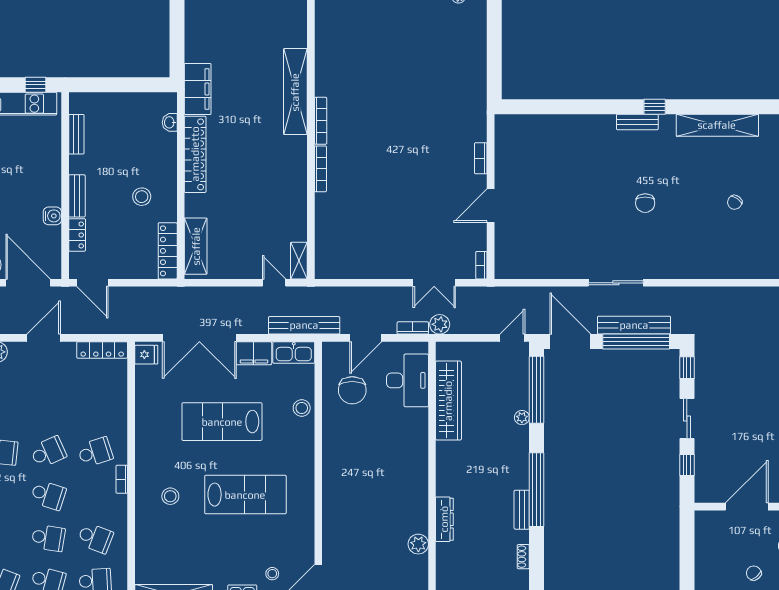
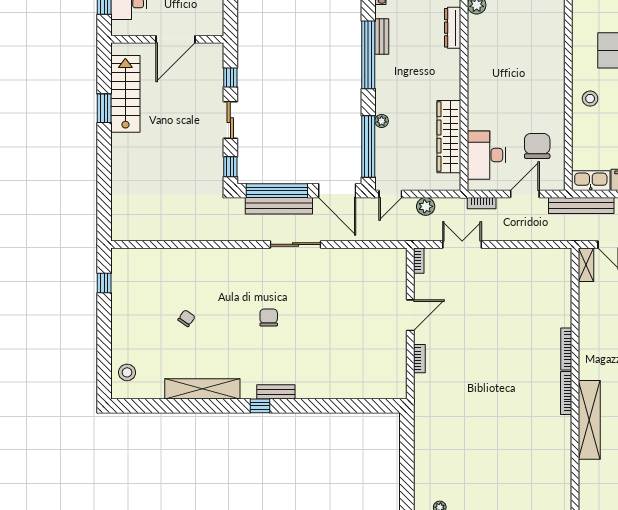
plant: (440, 324) -> (426, 206), moved
stool: (302, 408) -> (590, 99), moved

